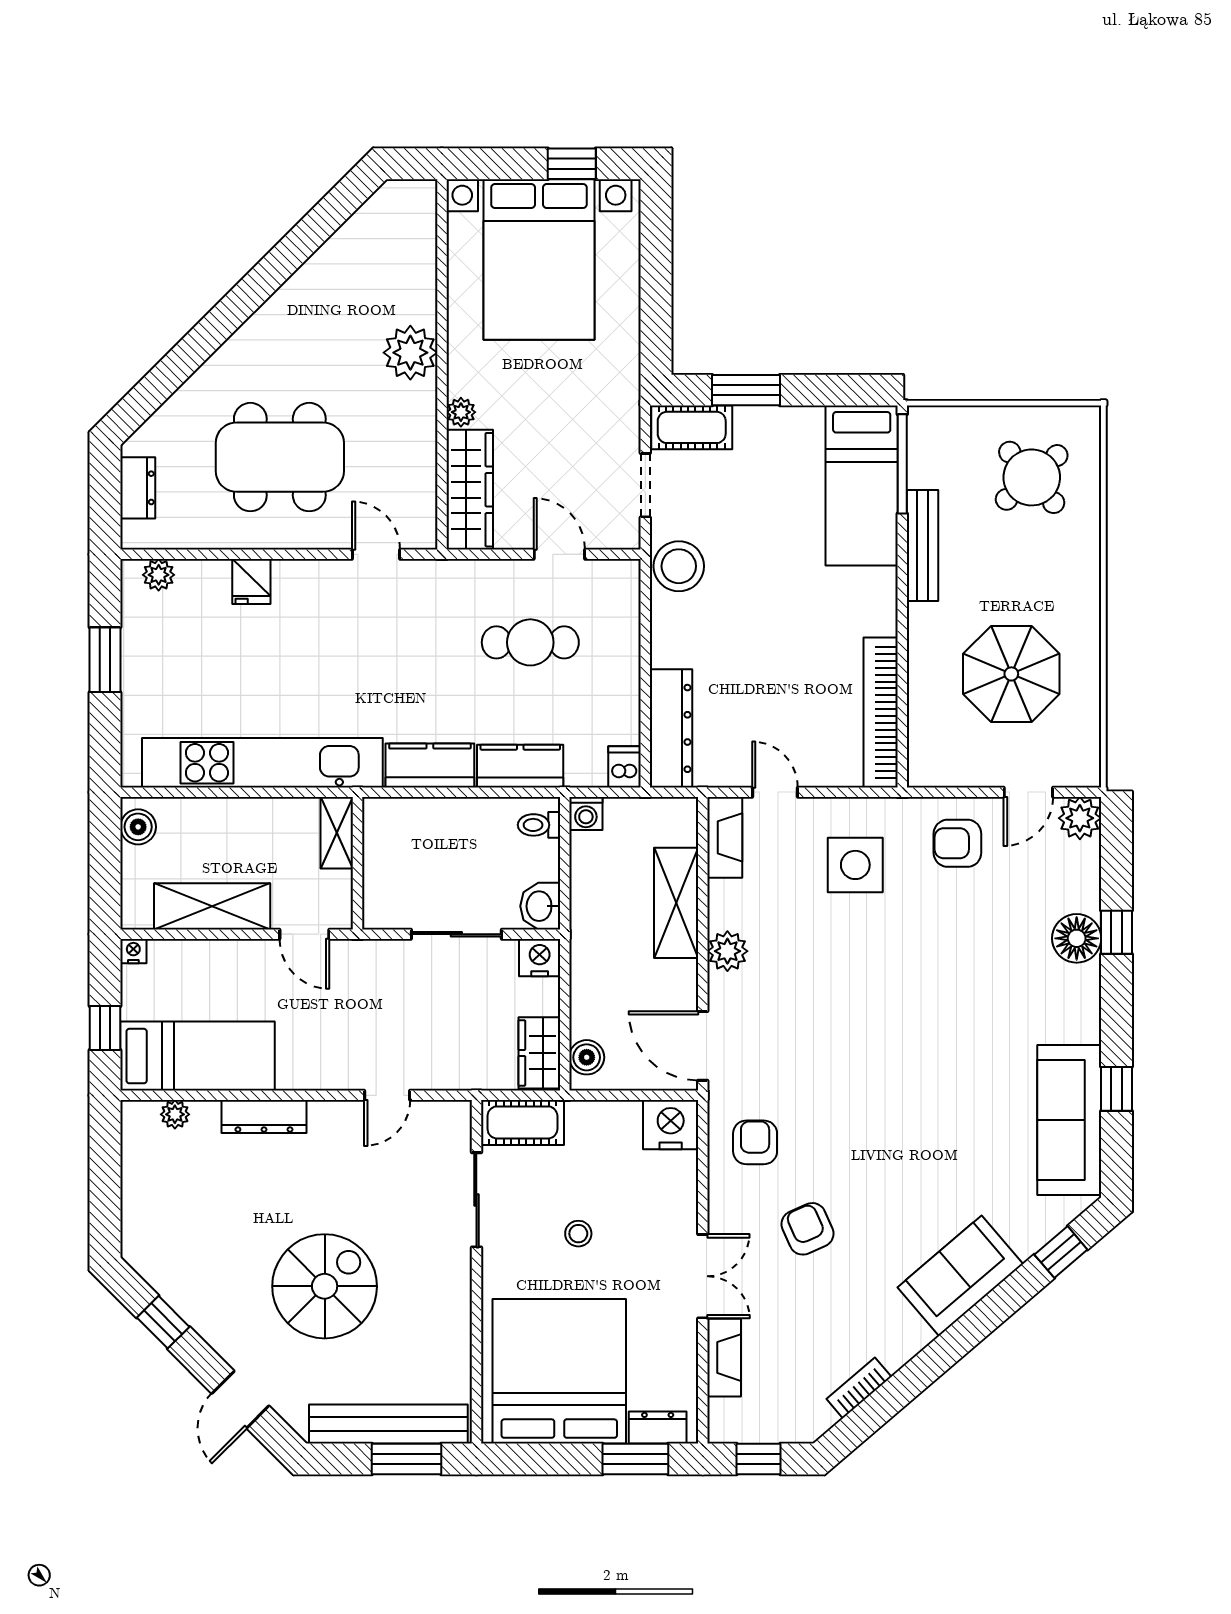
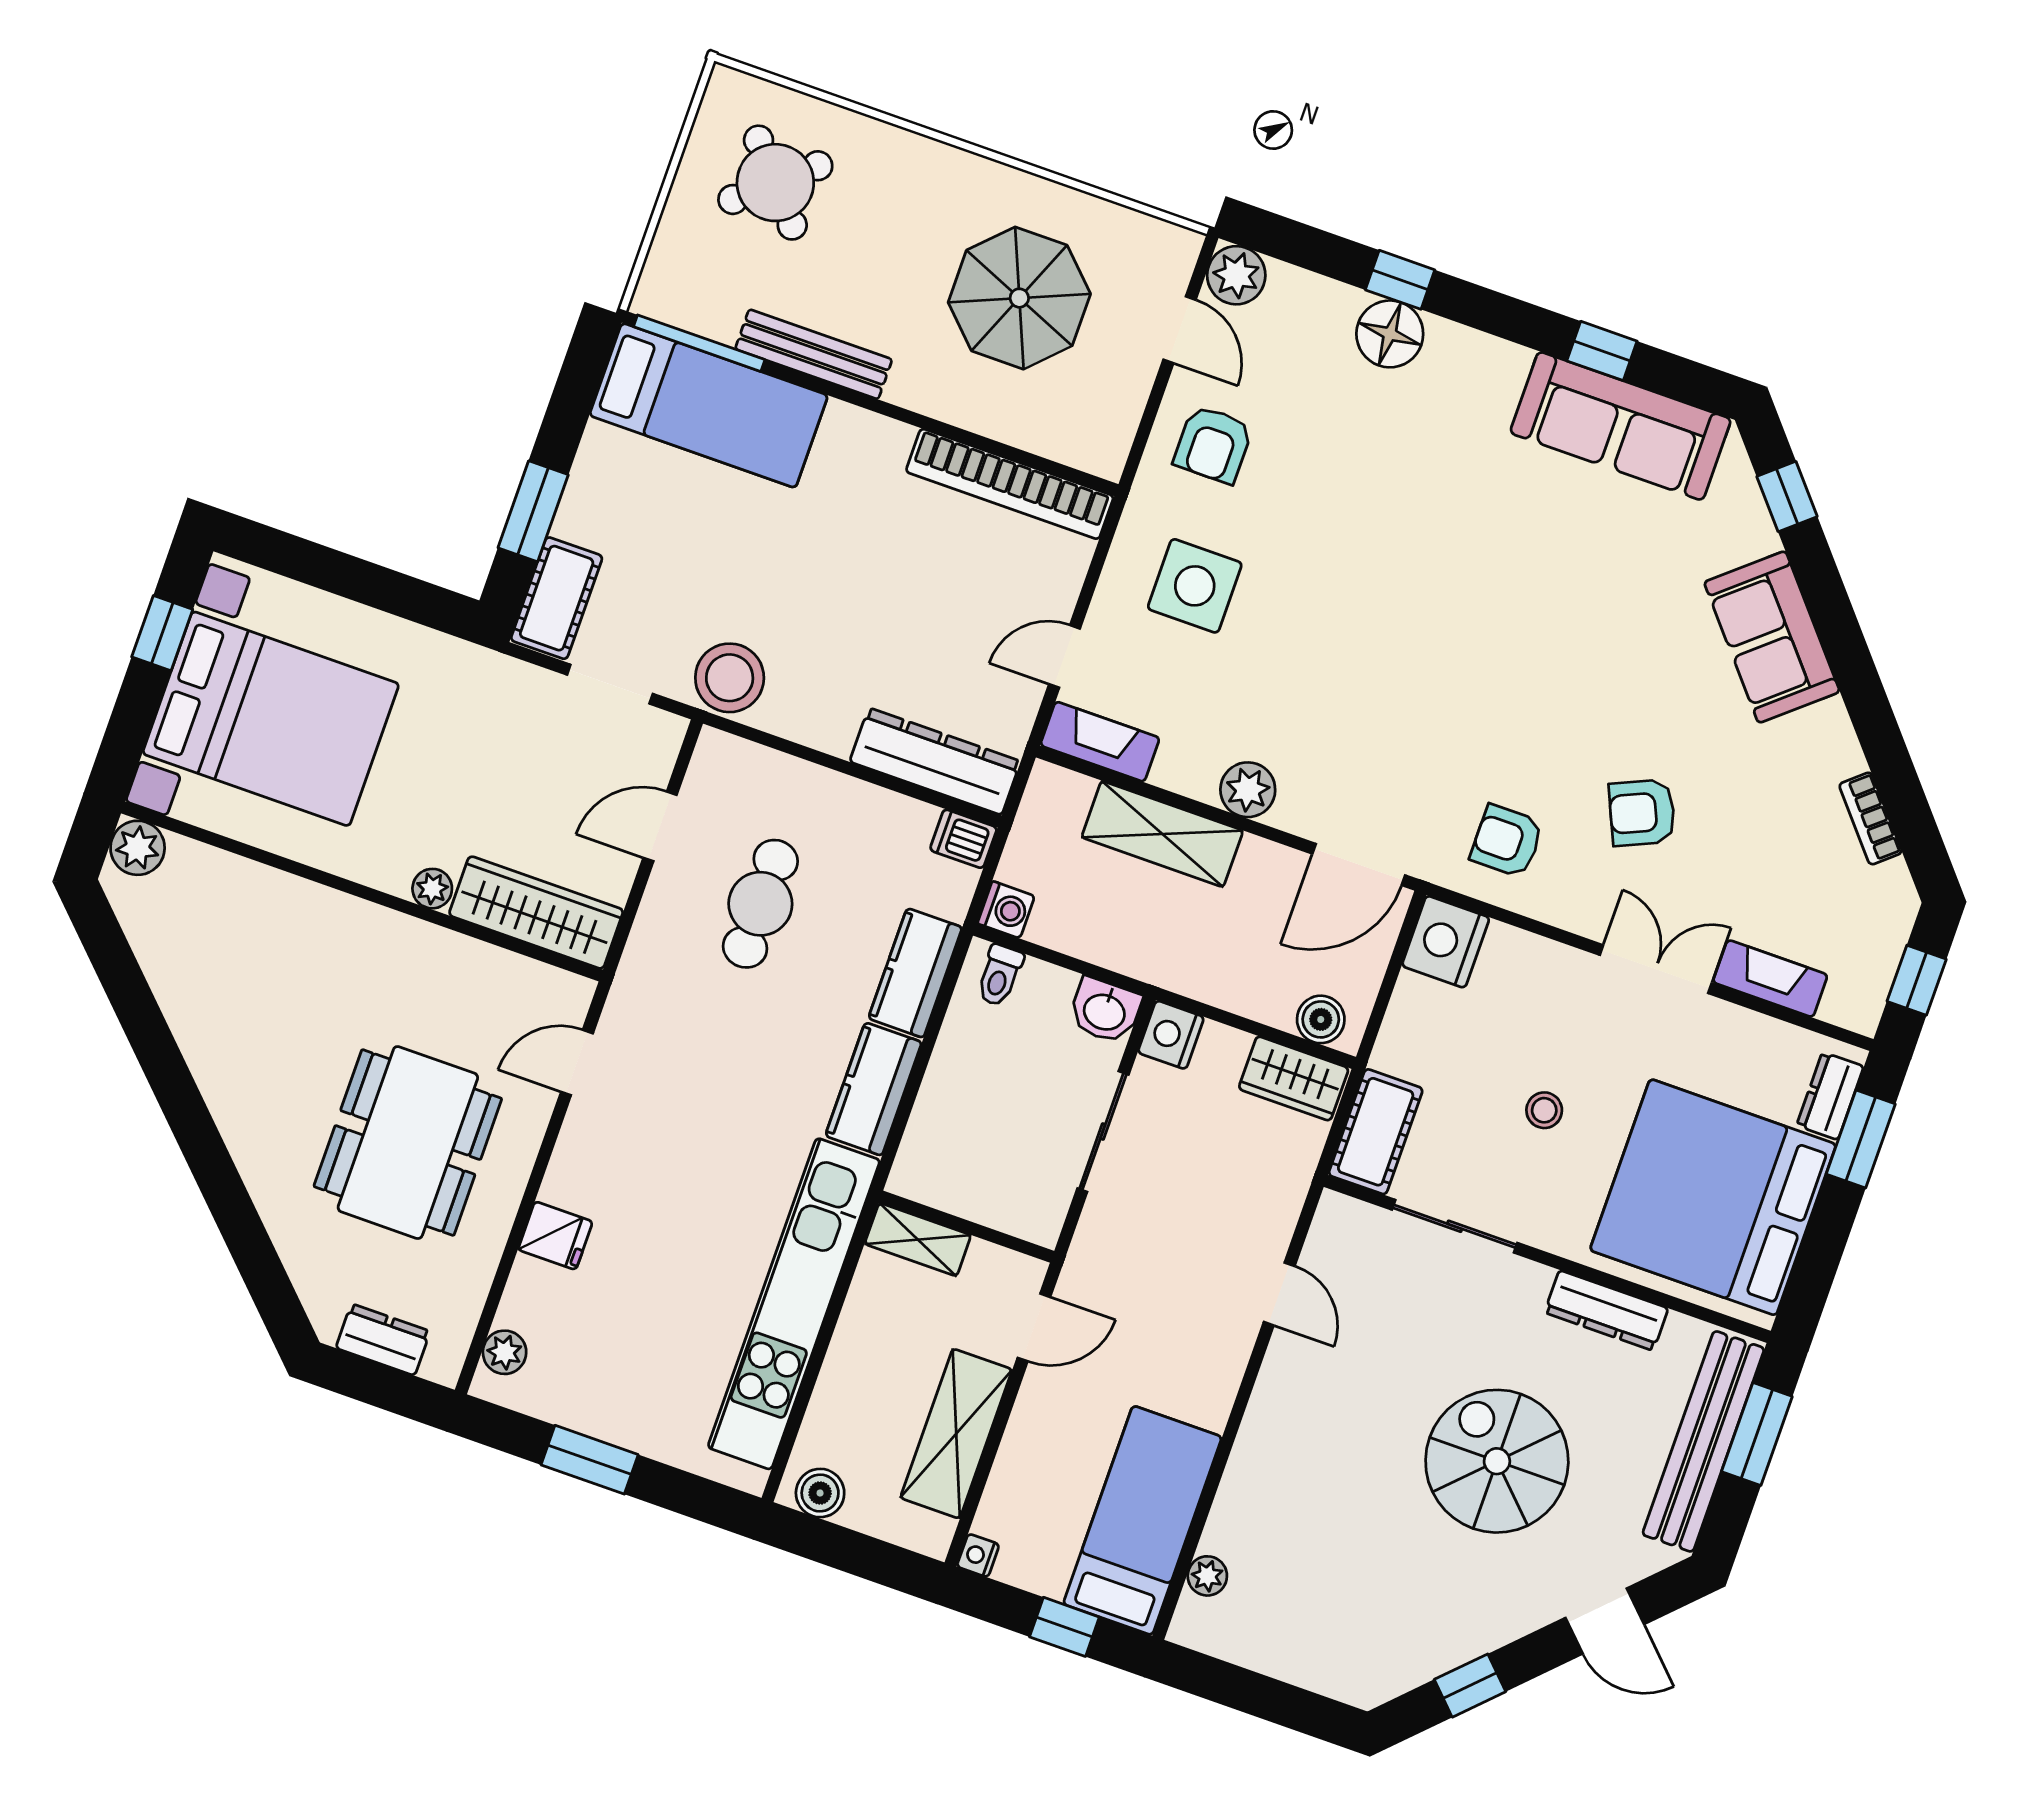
plant: (410, 353) -> (138, 848), moved, width x0.73, depth x0.73
dresser: (264, 1117) -> (1606, 1310), moved, turned 90

